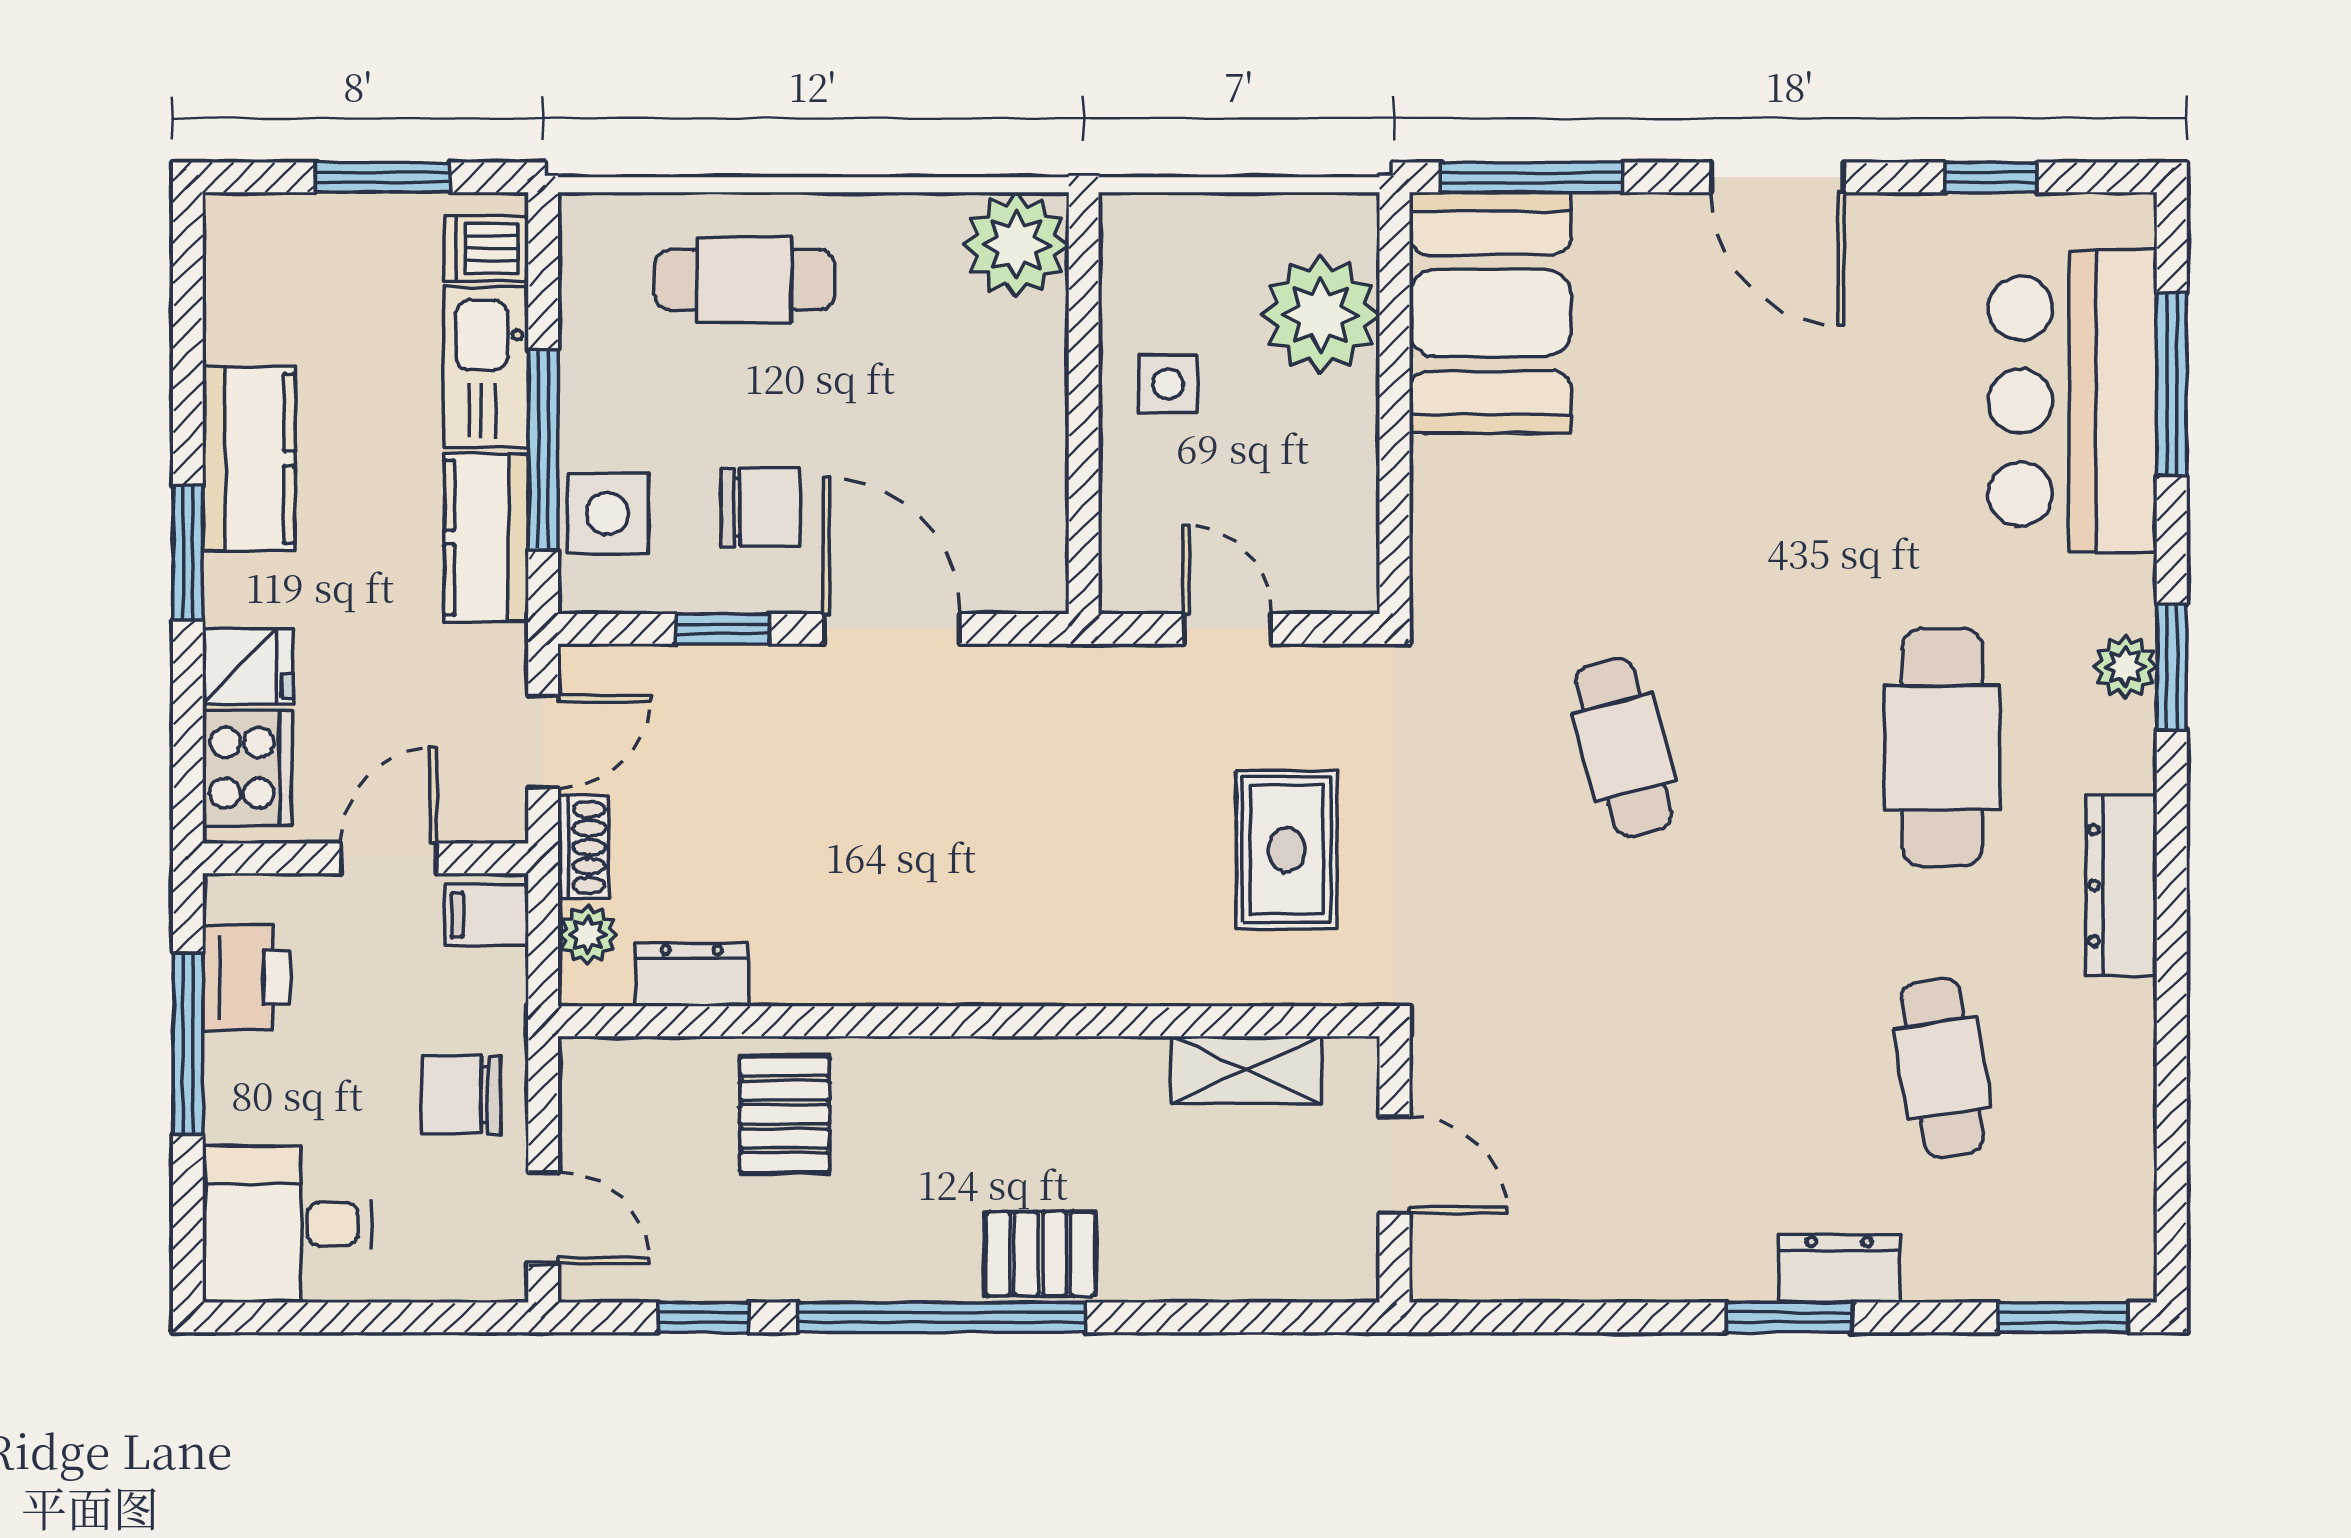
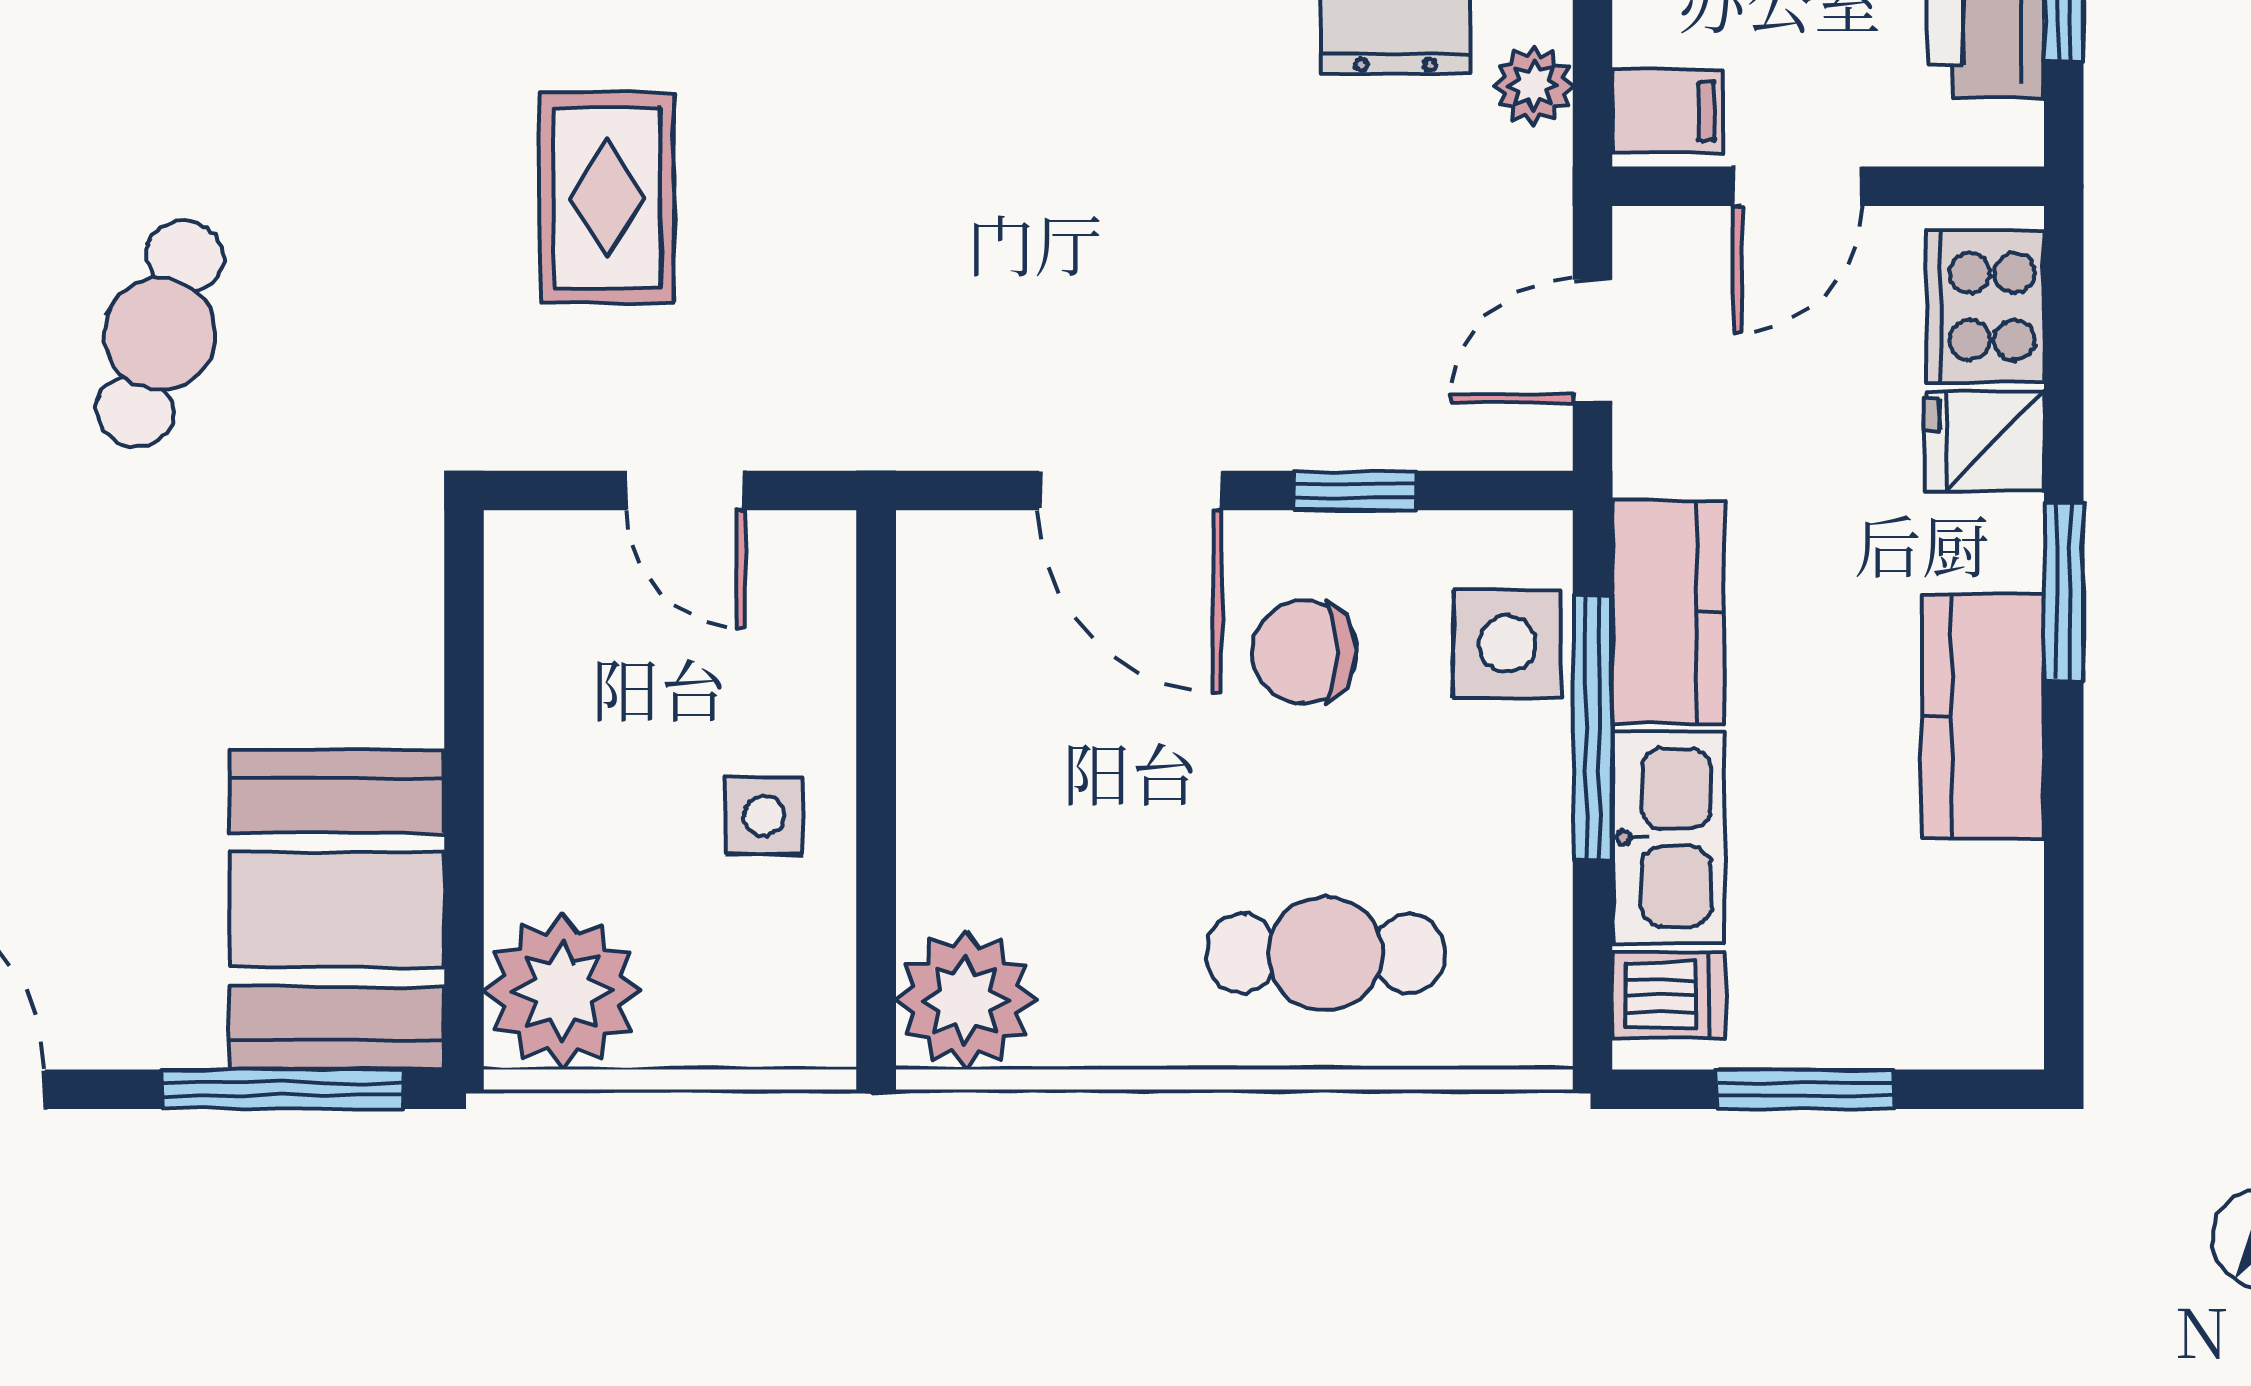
plant: (1320, 315) -> (562, 991), moved
cafe table: (1624, 747) -> (160, 334), turned 33
shoe rack: (583, 847) -> (1540, 201), removed

